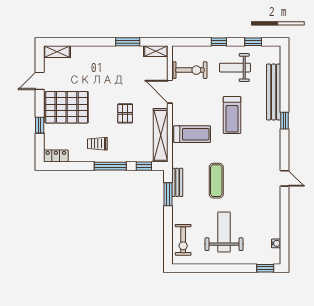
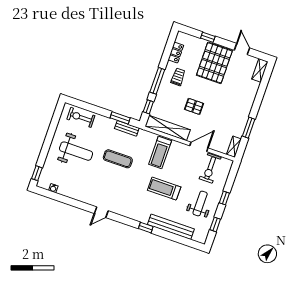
locker: (56, 156) -> (176, 53), moved

